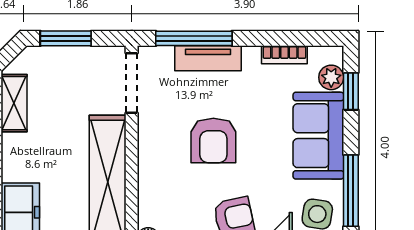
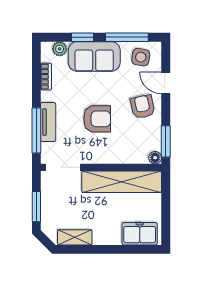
window: (351, 91) -> (83, 37), moved

